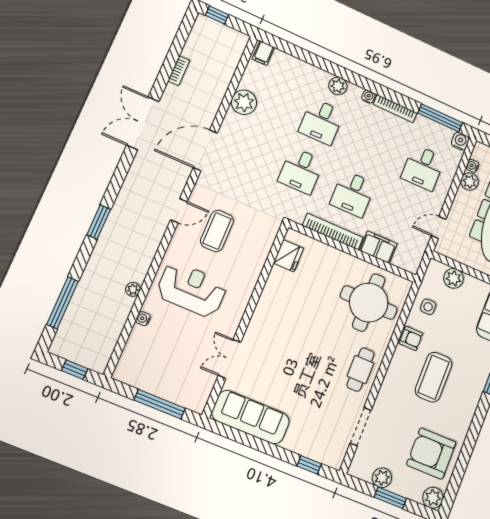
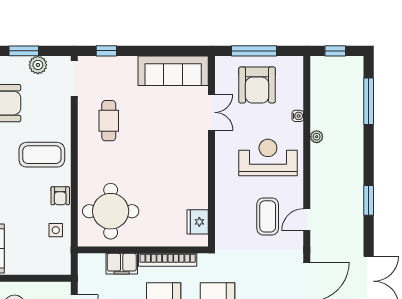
window: (99, 222) -> (369, 200), moved
plant: (454, 278) -> (43, 265), removed
reception desk: (192, 289) -> (268, 157), turned 180
armchair: (411, 338) -> (60, 196), turned -90
armchair: (171, 368) -> (257, 85), added
cafe table: (360, 370) -> (109, 121), moved
coffee table: (434, 377) -> (42, 155), moved, turned 90
doorway: (361, 427) -> (74, 78), moved

